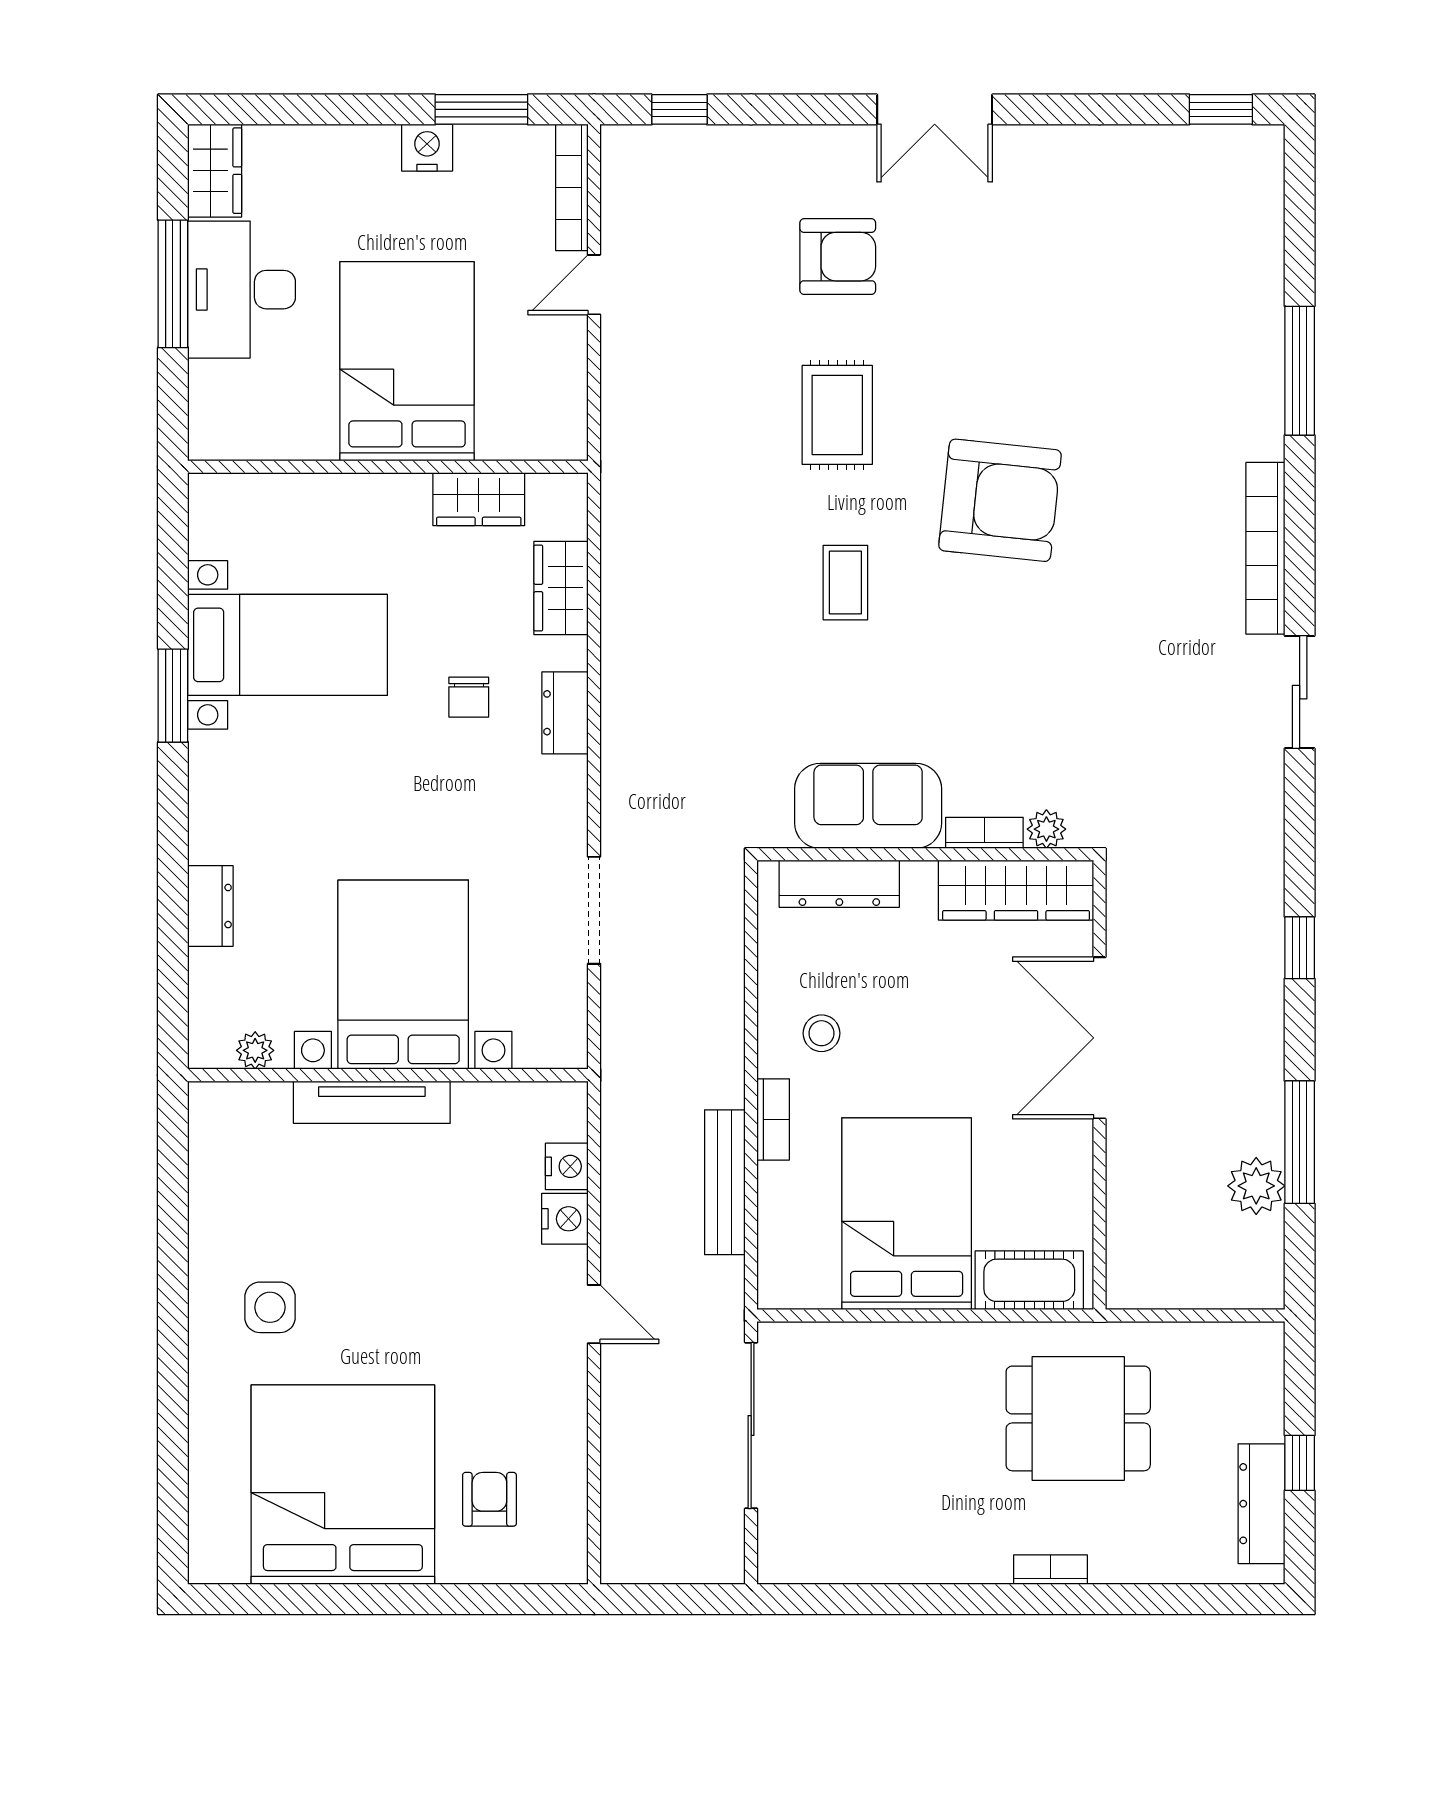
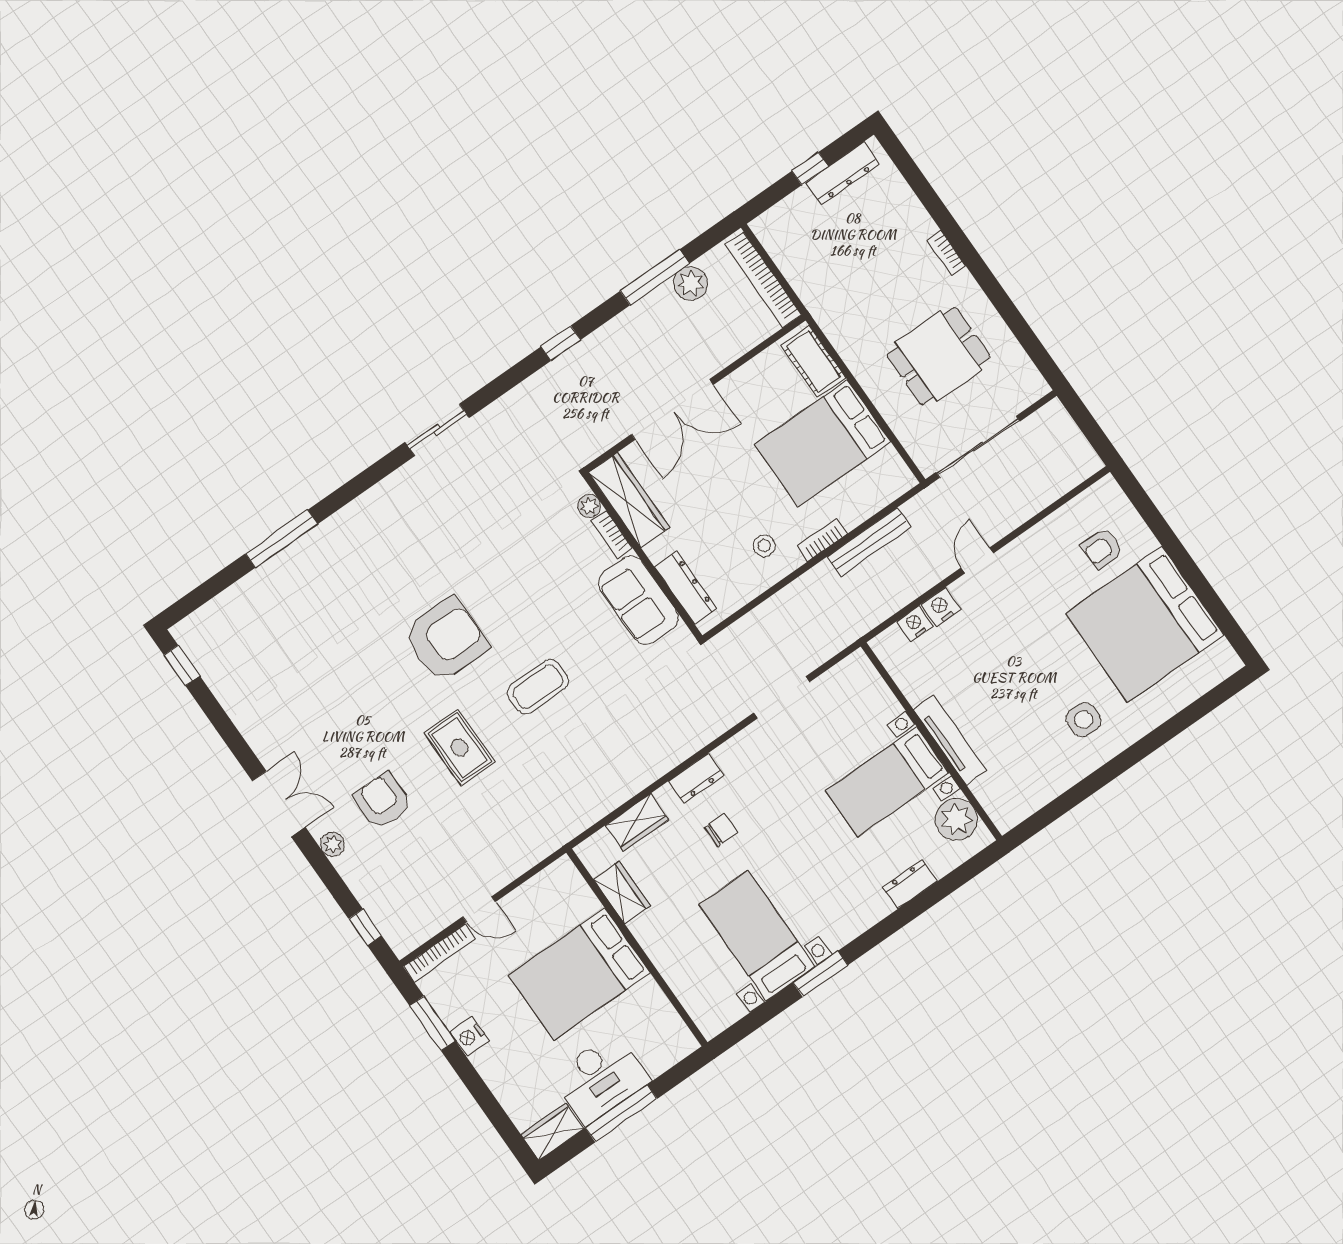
plant: (826, 144) -> (332, 844), added
rug: (837, 415) -> (460, 747), turned 90
armchair: (1000, 500) -> (446, 640), turned 84
bookcase: (1265, 548) -> (763, 280), moved, turned 90
coffee table: (845, 583) -> (538, 687), width x1.36, depth x1.30
bed with nightstands: (403, 975) -> (887, 782), width x0.73
plant: (255, 1050) -> (956, 819), width x1.88, depth x1.88
dining table: (1078, 1418) -> (939, 356), moved, turned 90

